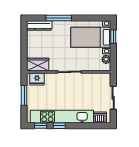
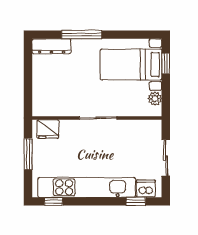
wardrobe: (38, 64) -> (49, 107), removed
window: (59, 126) -> (136, 201), moved

